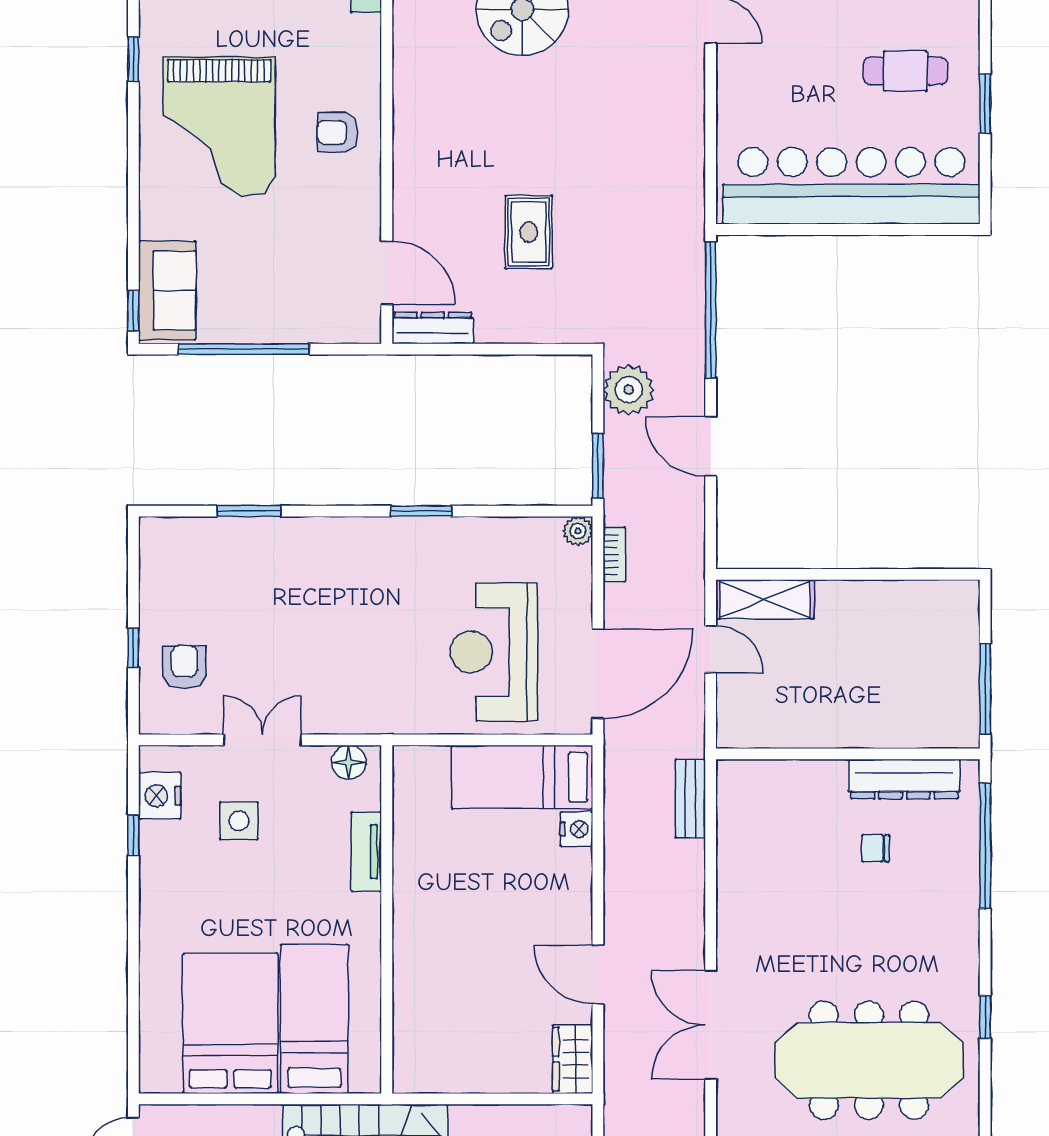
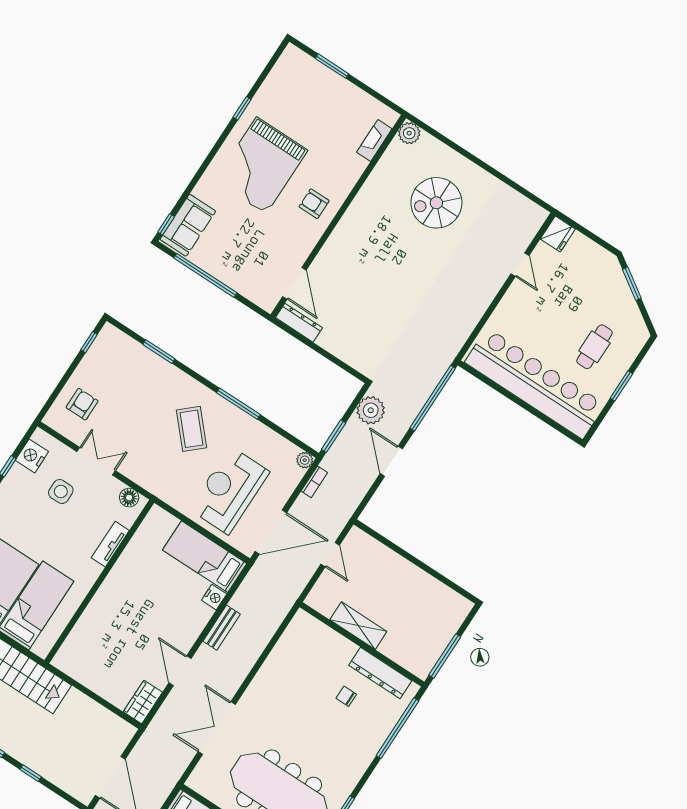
cafe table: (905, 71) -> (595, 347), turned 90
rug: (529, 232) -> (372, 307), removed
window: (421, 511) -> (238, 404), width x1.44
coffee table: (375, 596) -> (191, 429), added
shelving: (765, 599) -> (358, 626), moved
window: (133, 648) -> (89, 342), moved
bench: (690, 799) -> (222, 628), moved

